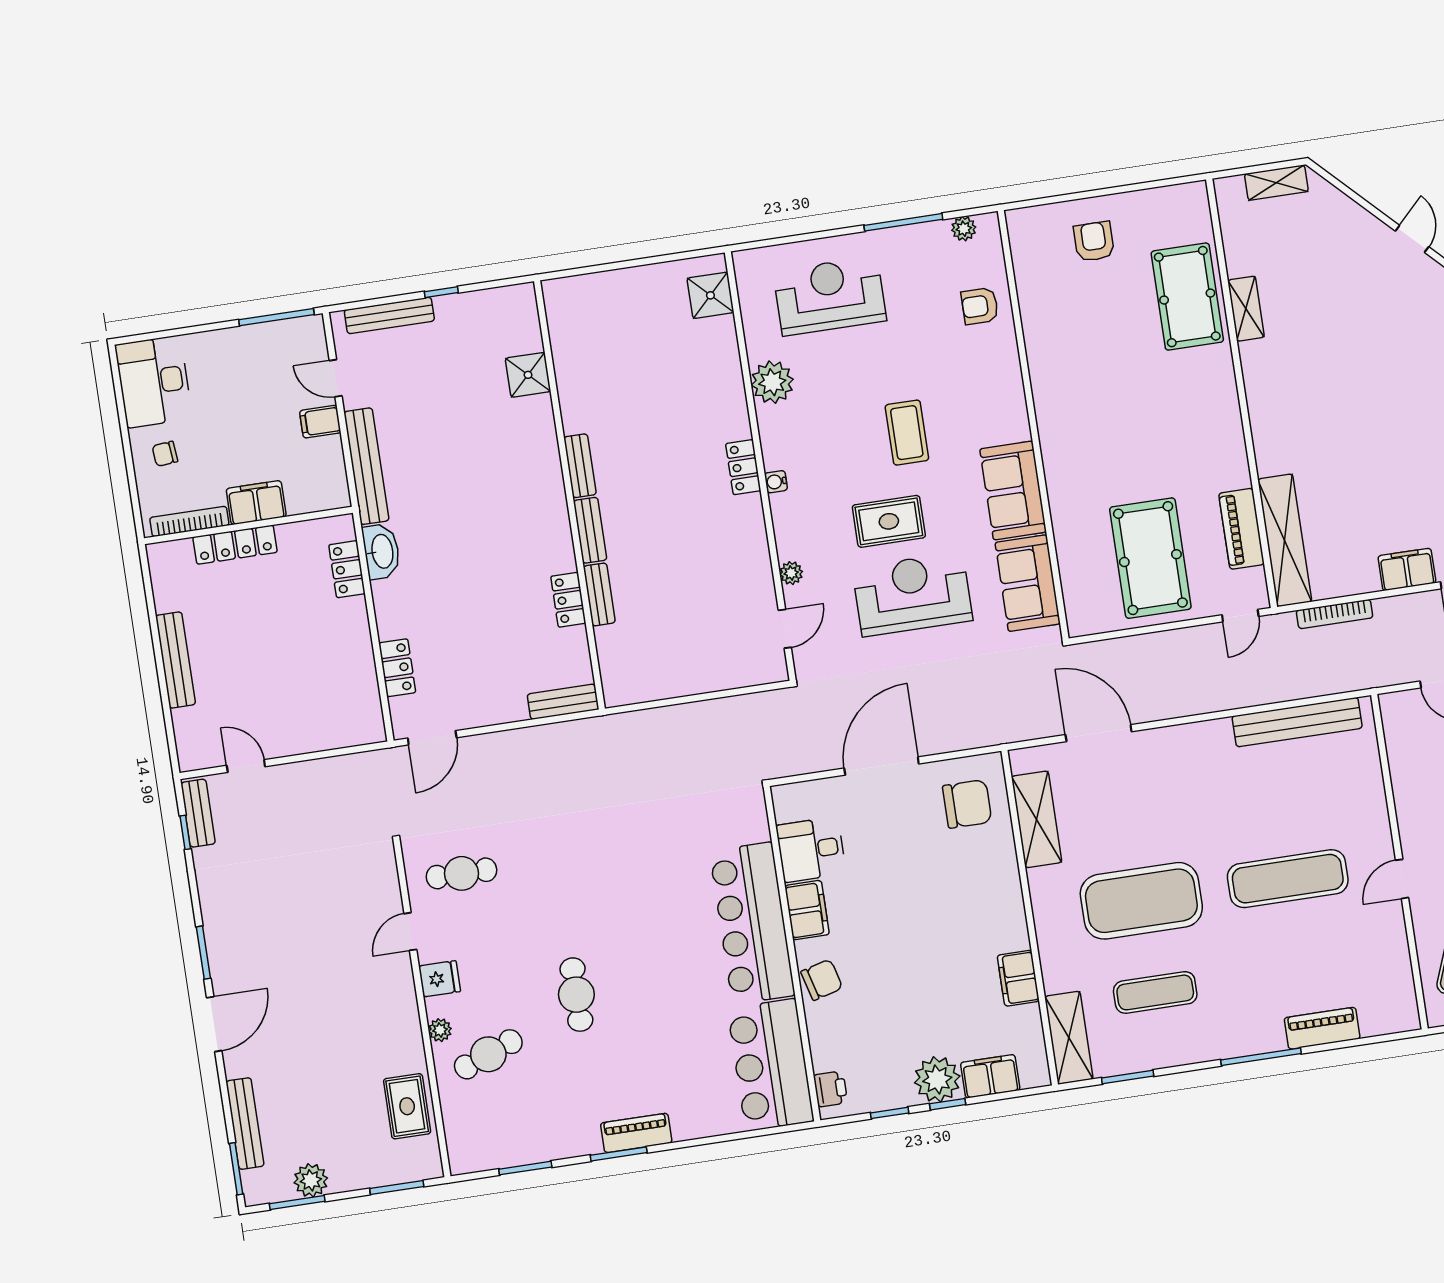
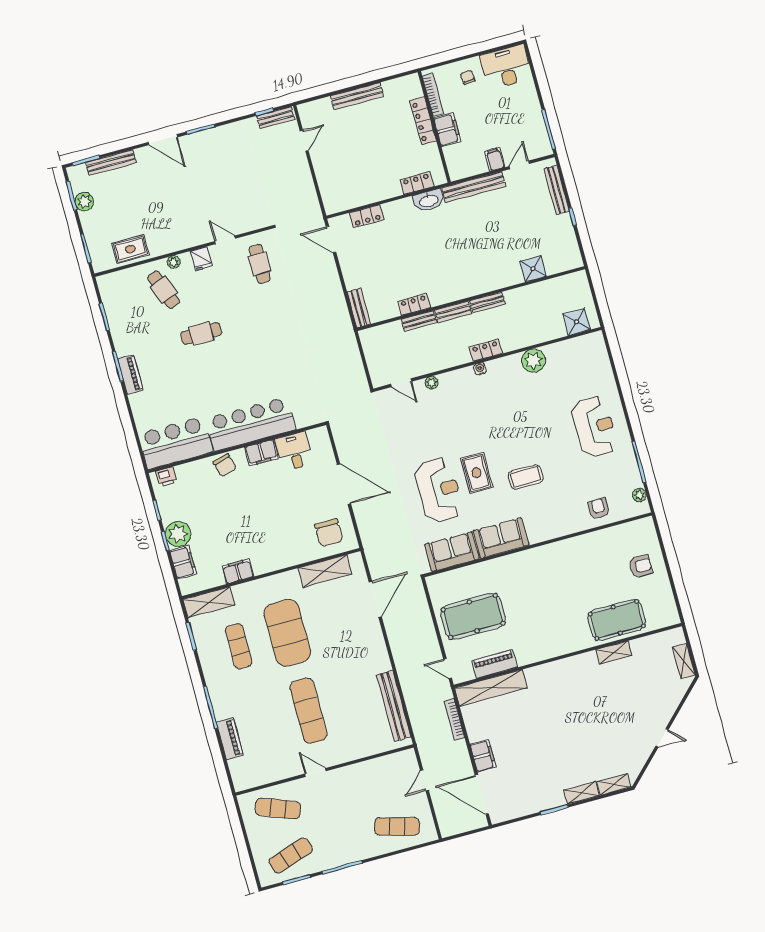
shower: (710, 295) -> (577, 322), moved
plant: (772, 382) -> (533, 361), moved
wall: (760, 466) -> (487, 359), moved
locker: (743, 467) -> (486, 350), moved
water cooler: (776, 482) -> (480, 369), moved
plant: (791, 573) -> (432, 383), moved
door: (785, 629) -> (401, 383), moved

